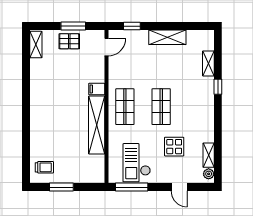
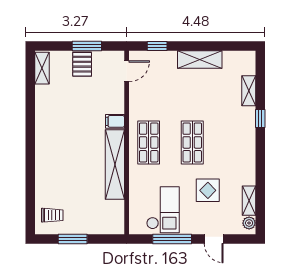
pallet: (69, 41) -> (82, 64), turned 90
checkout: (137, 163) -> (163, 210), turned 180
window: (132, 187) -> (172, 239), moved

